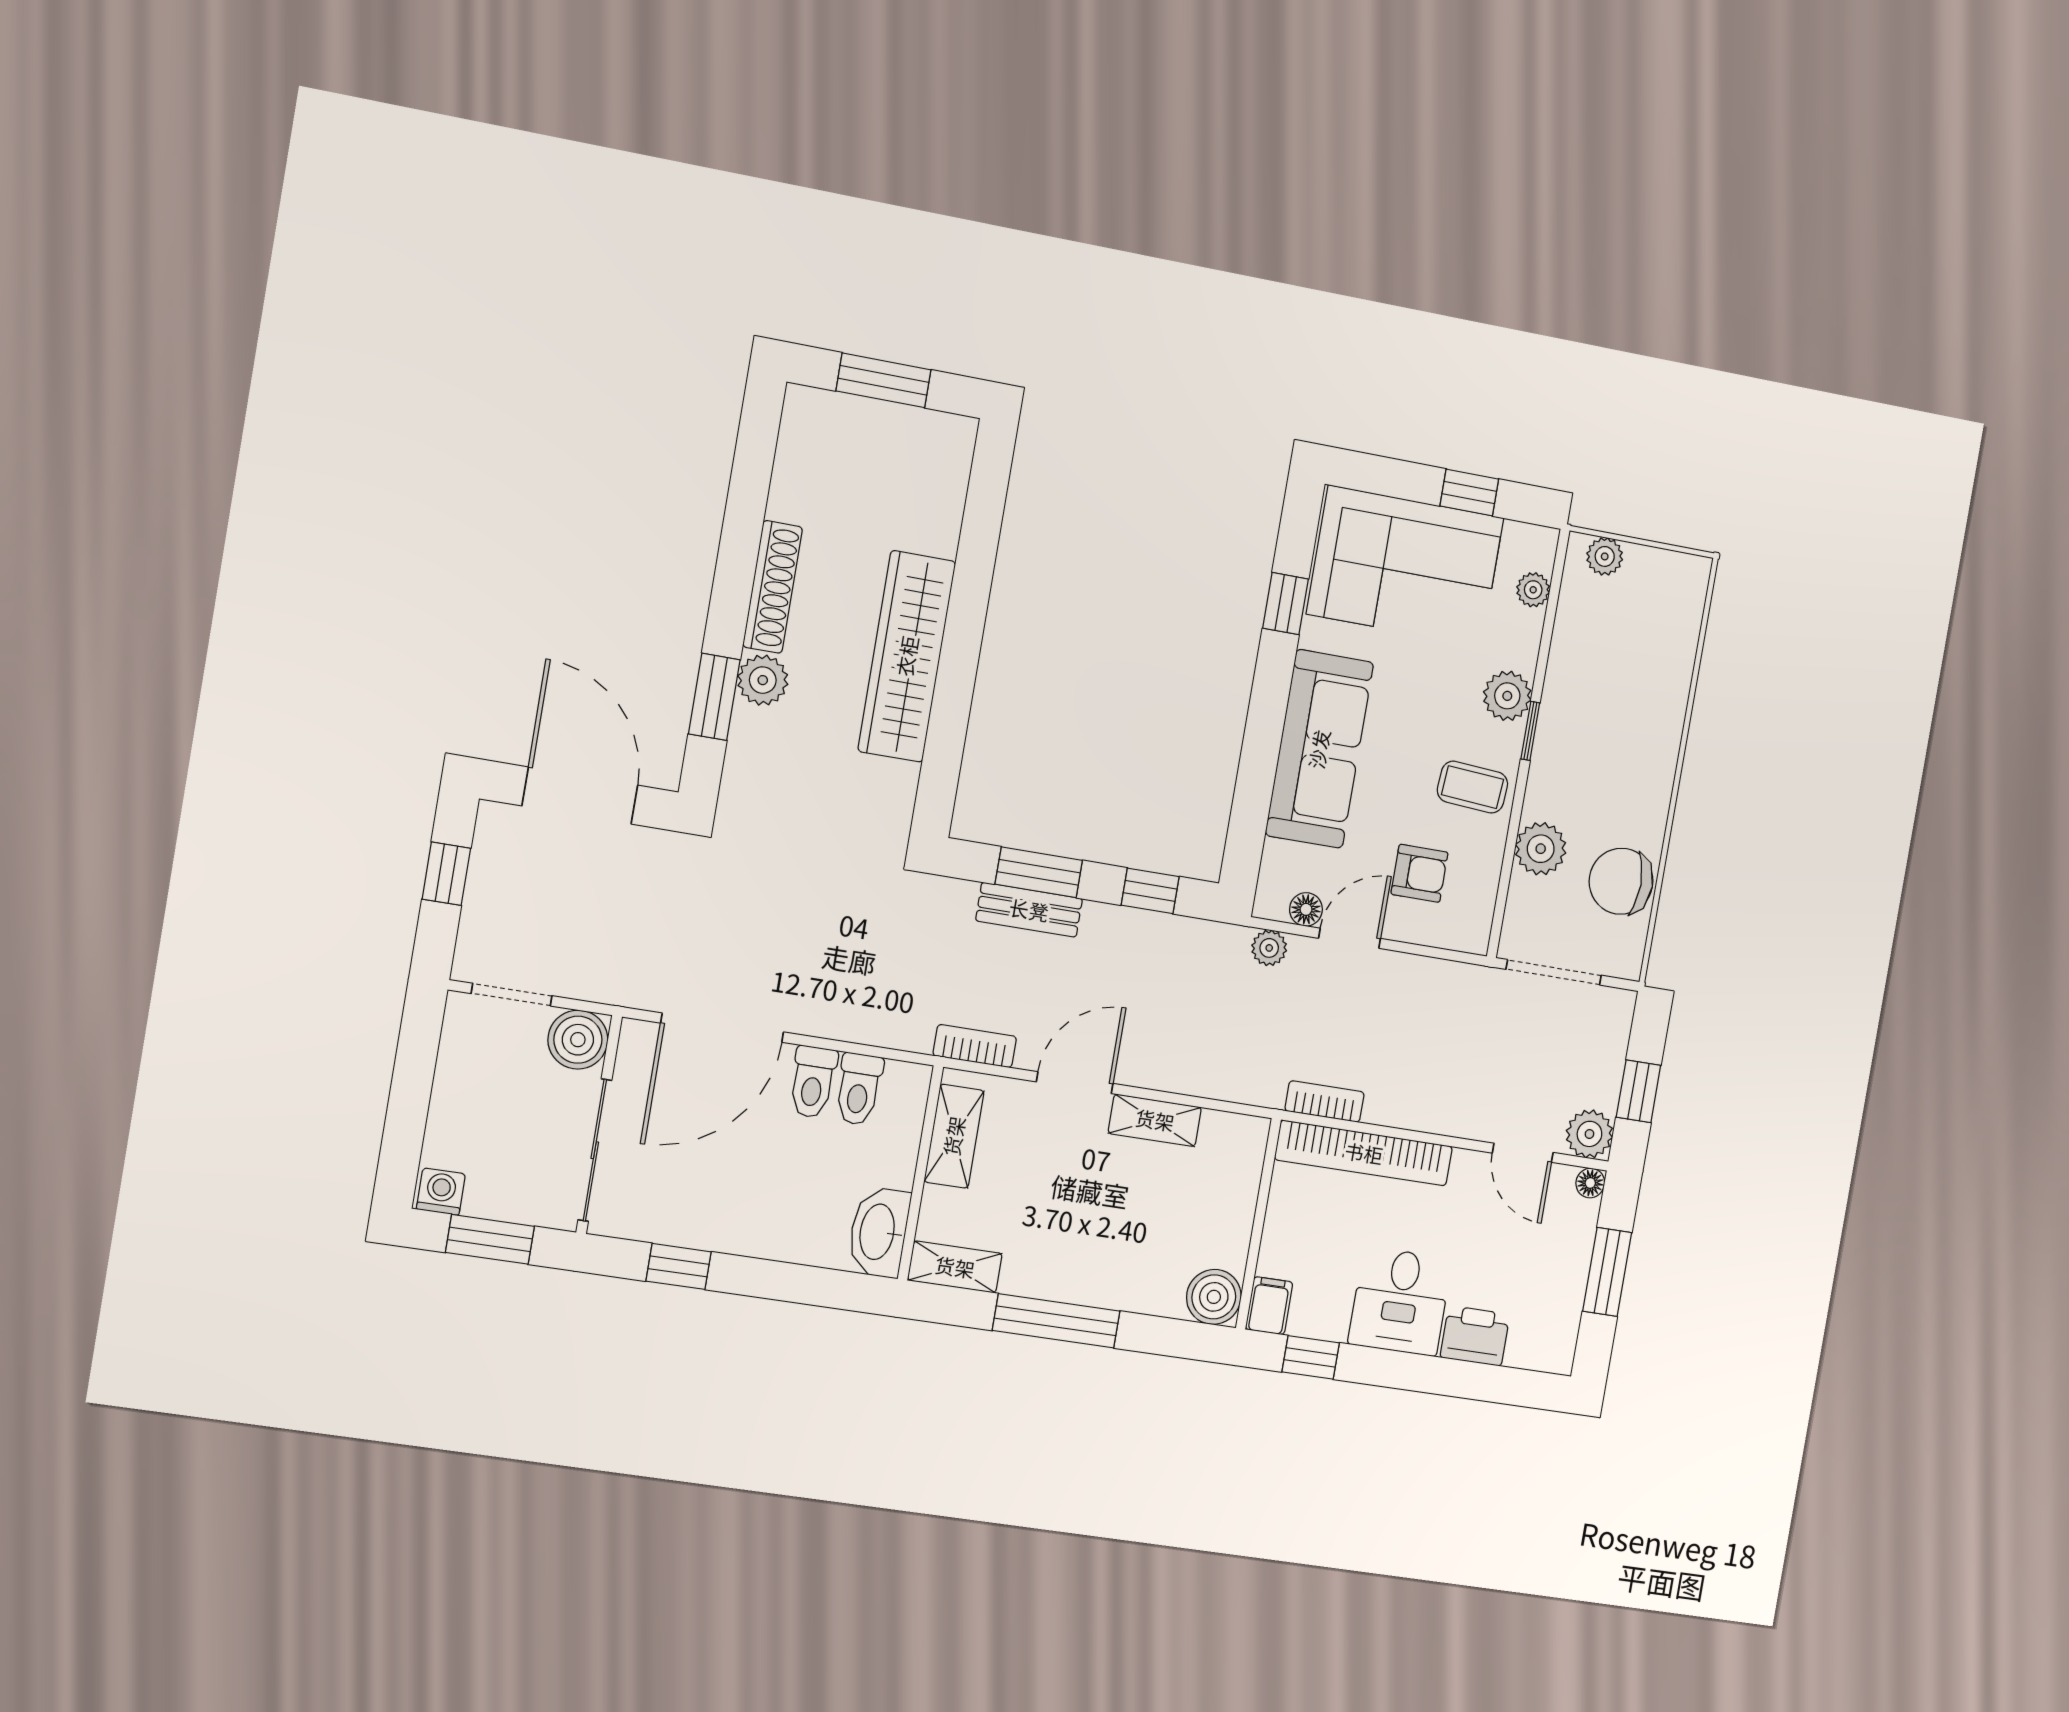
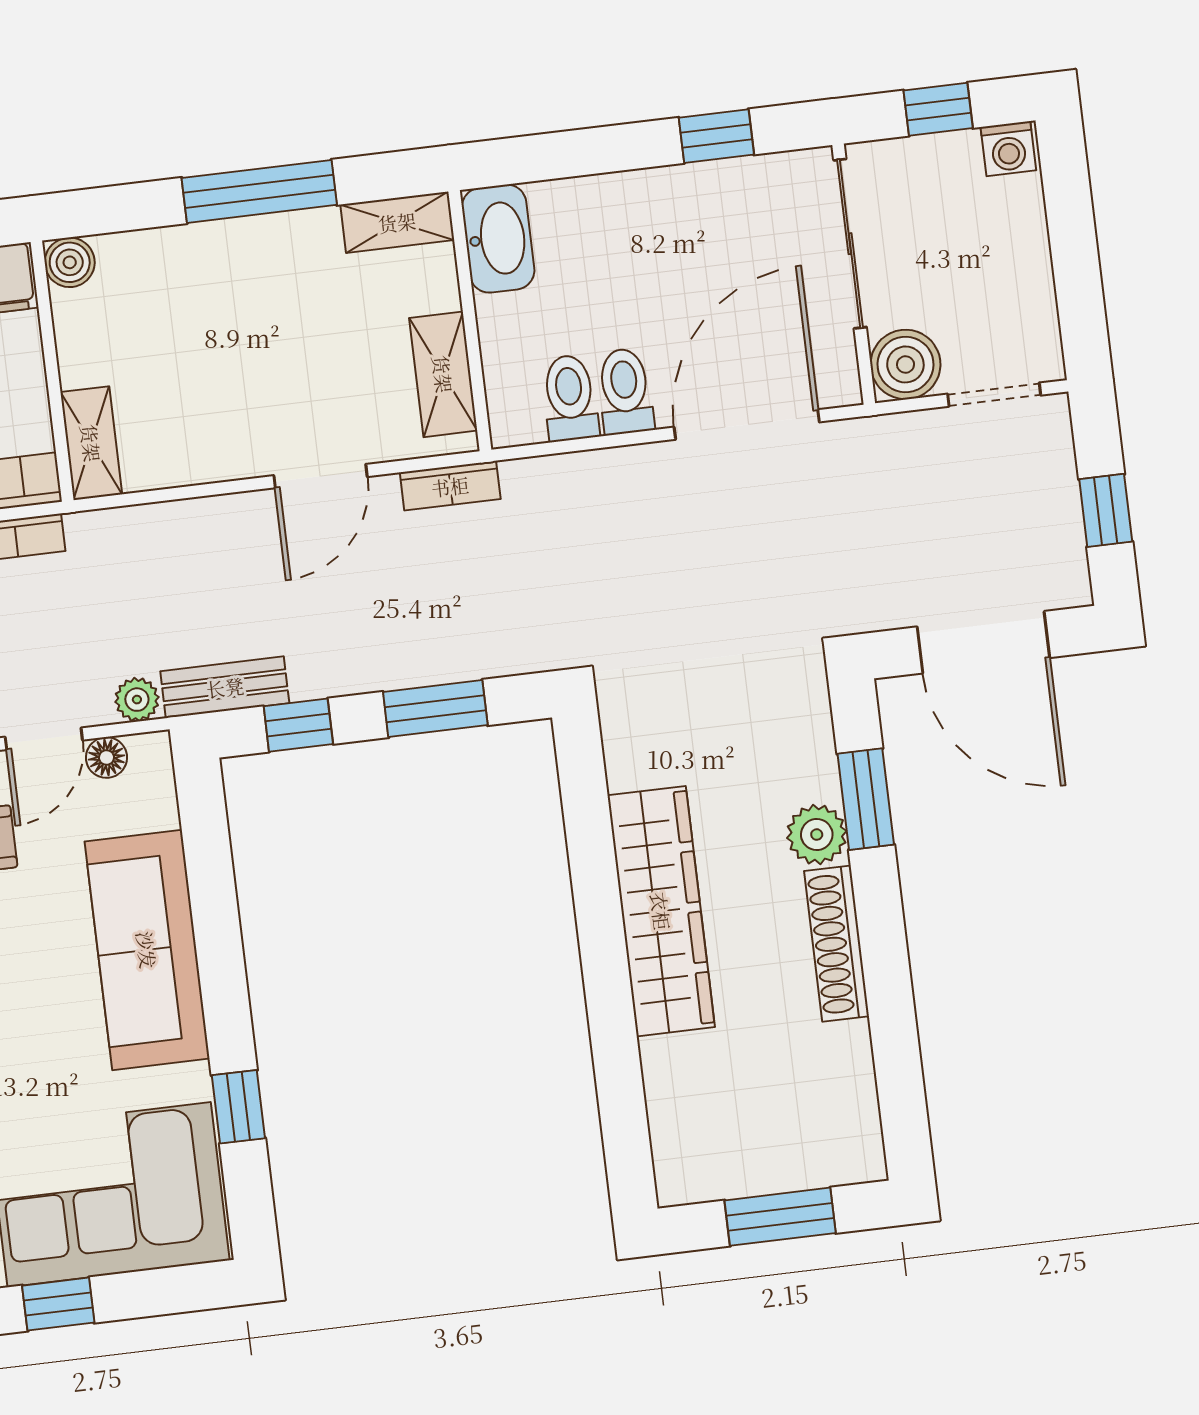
bench: (1029, 910) -> (225, 687), moved
shelving: (1155, 1120) -> (91, 443), moved, turned 90
window: (490, 1239) -> (938, 109), width x0.67
boiler: (1214, 1297) -> (70, 262), width x0.73, depth x0.73

